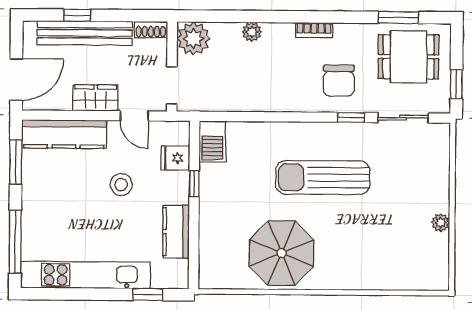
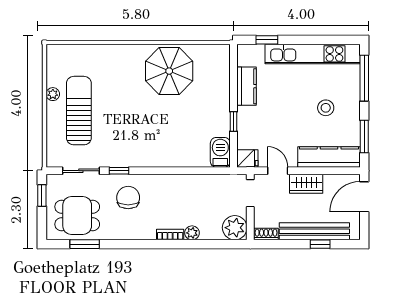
bookcase: (314, 30) -> (170, 235), moved
fridge: (175, 158) -> (247, 159), moved
sun lounger: (323, 178) -> (79, 111), moved, turned -90
stool: (121, 185) -> (326, 108), moved

